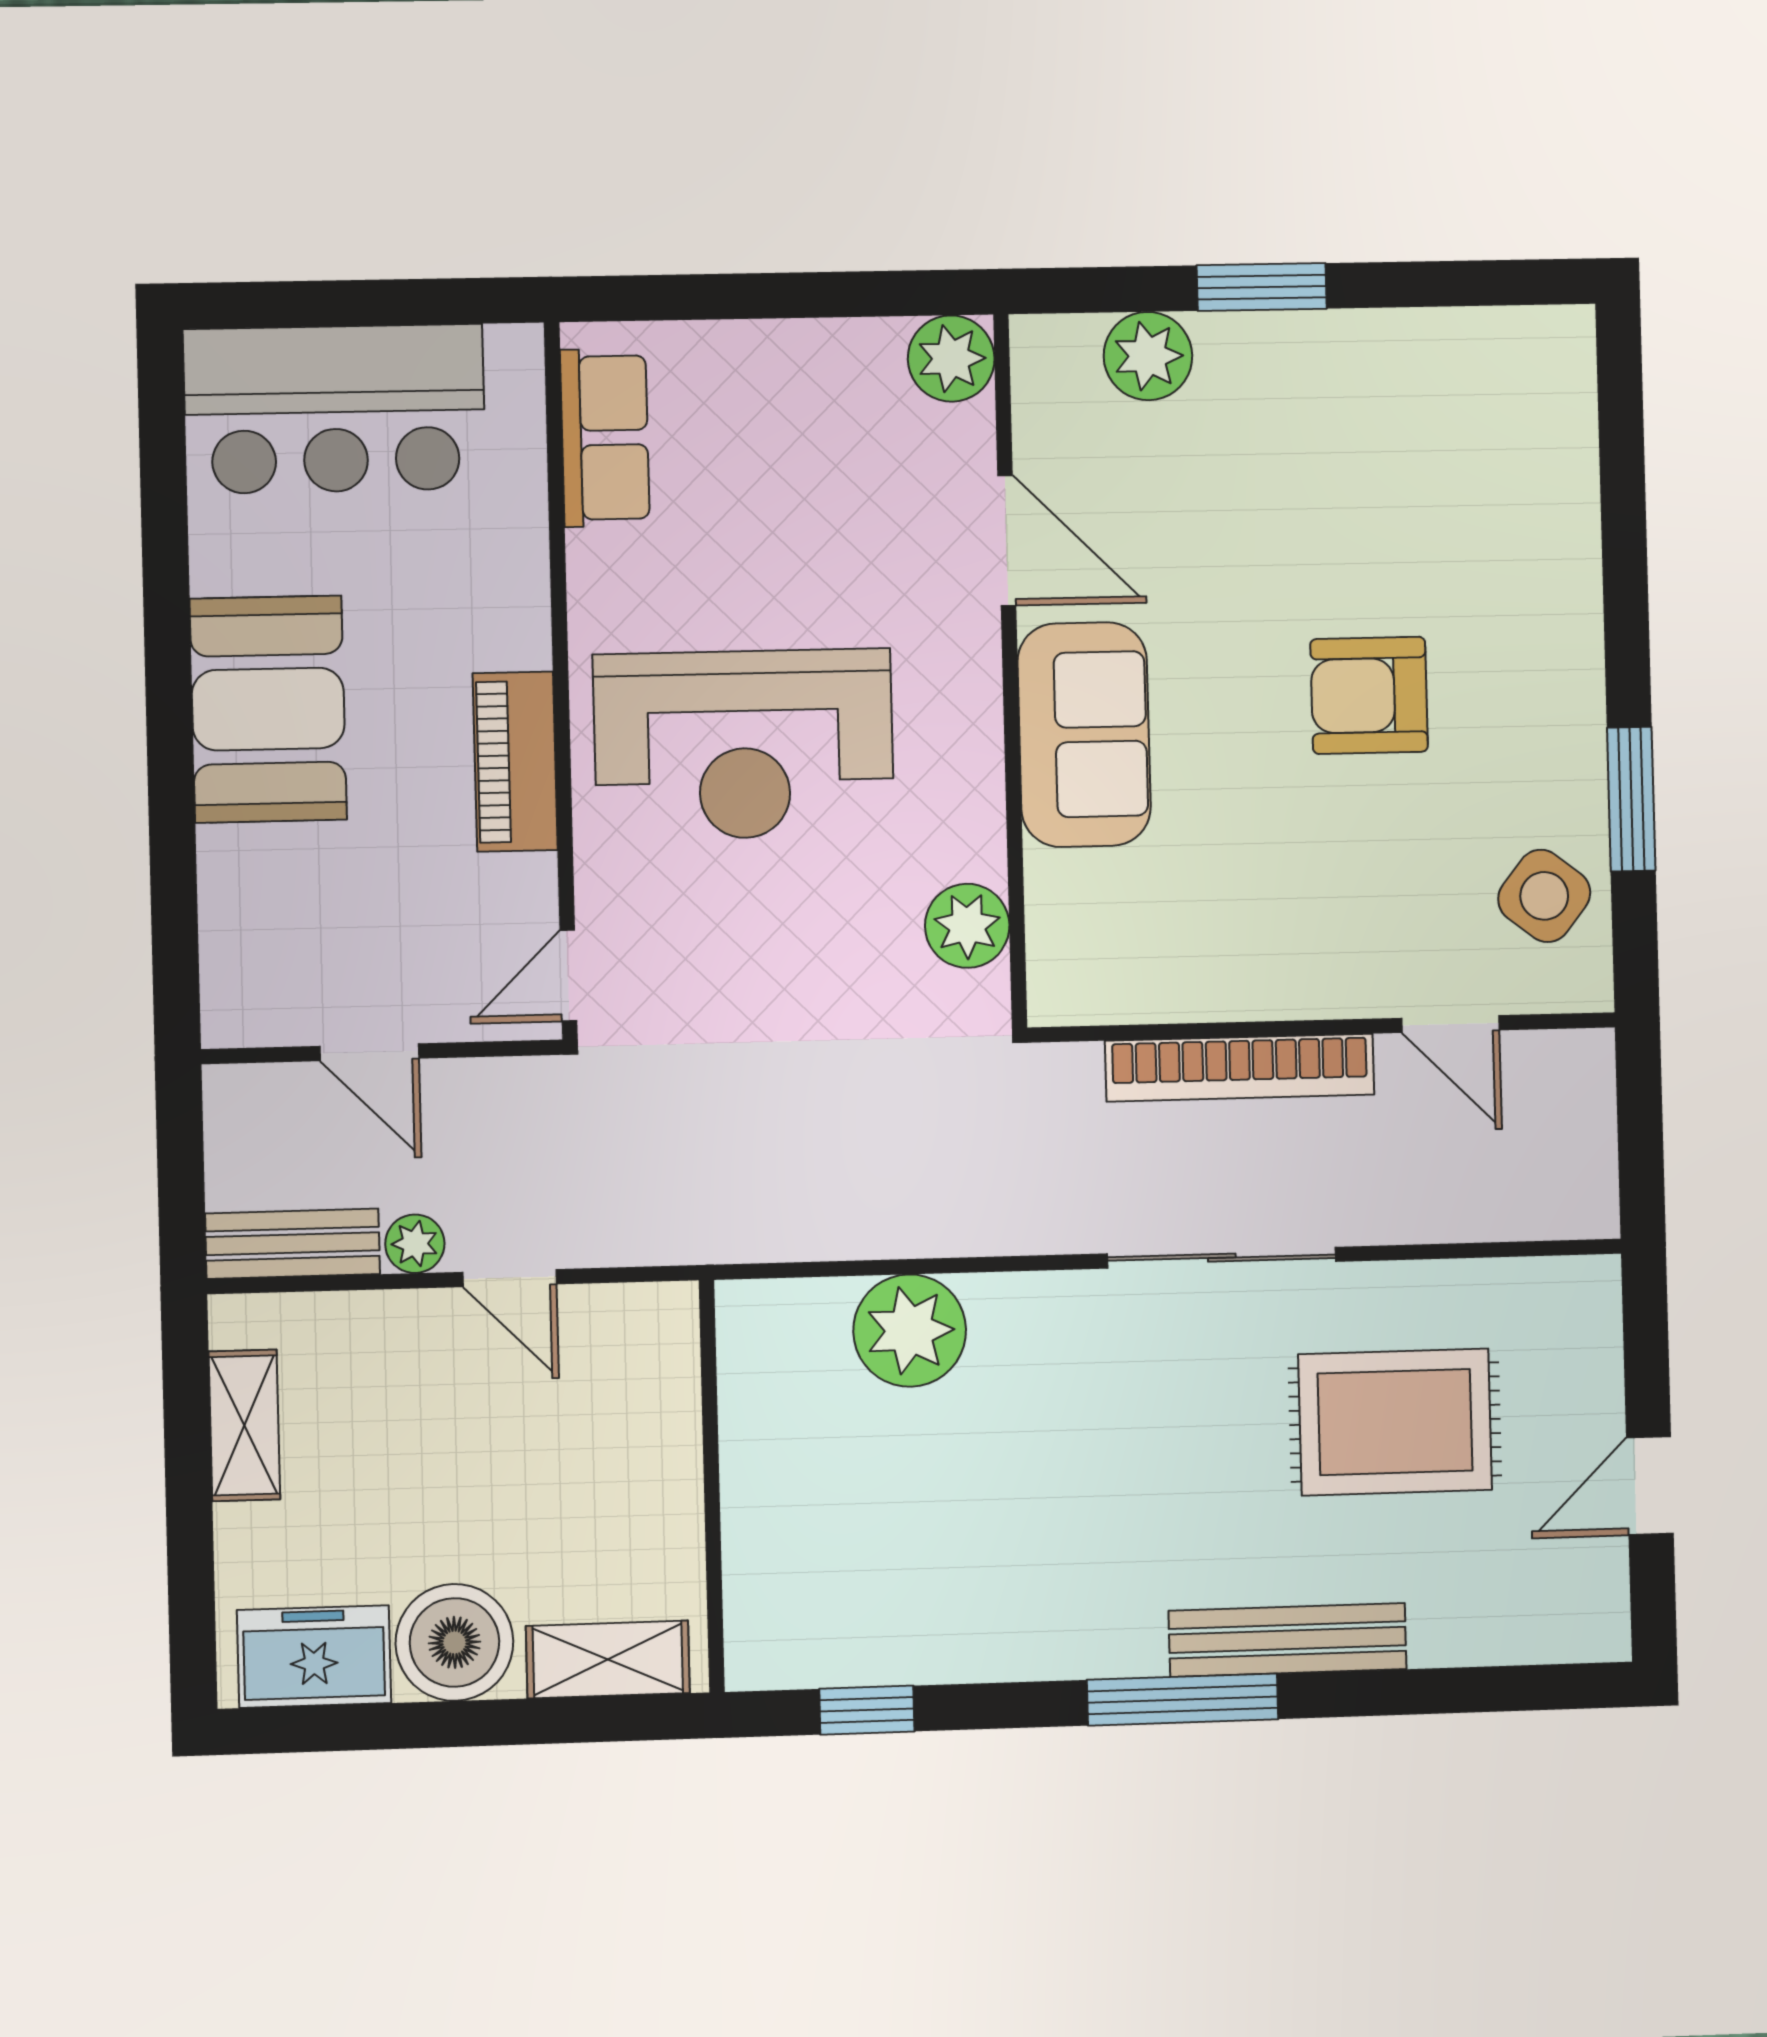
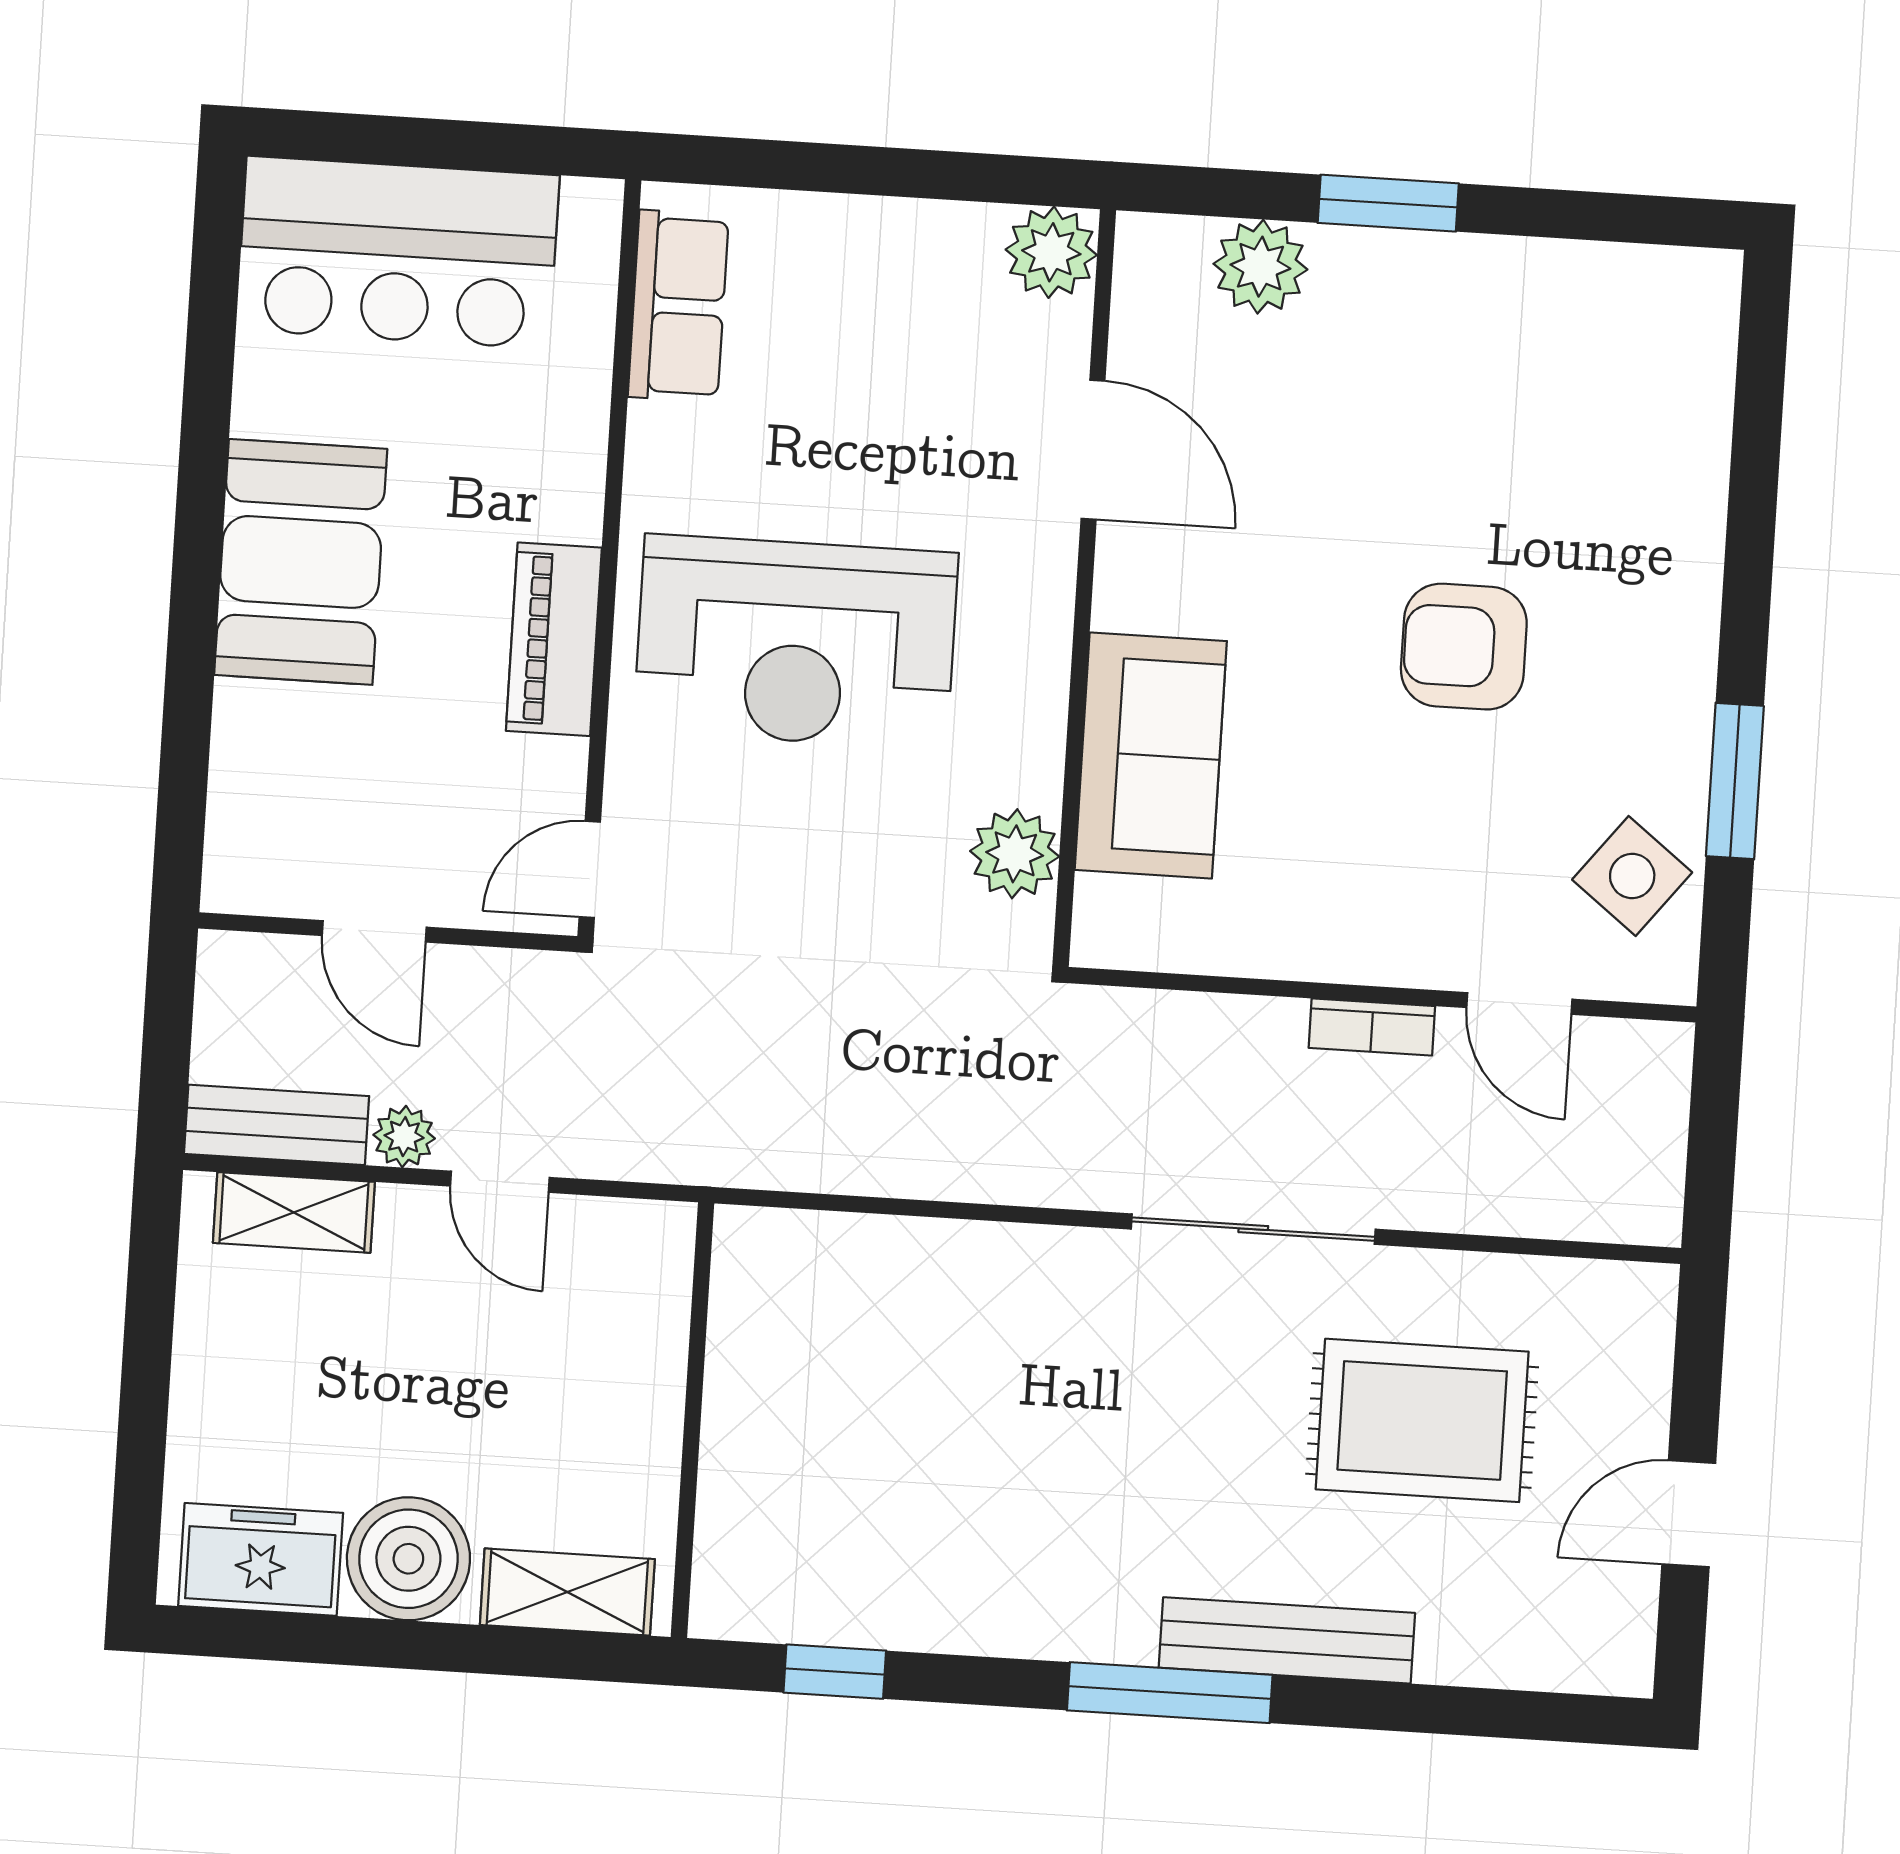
sofa: (1084, 735) -> (1151, 756), moved
bookcase: (1240, 1068) -> (1372, 1027), width x0.43, depth x0.76
plant: (910, 1331) -> (916, 1276), removed
shelving: (244, 1425) -> (294, 1212), moved, turned 90

